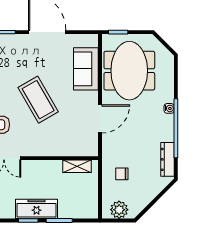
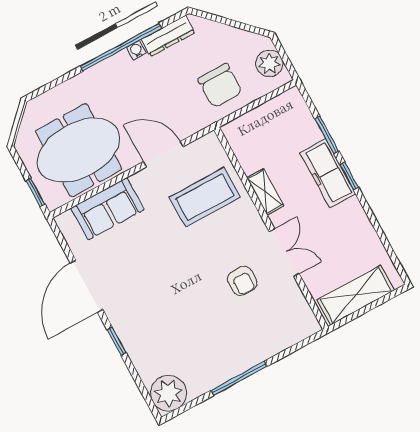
coffee table: (38, 100) -> (205, 197), moved, turned 30
water cooler: (169, 108) -> (136, 50), moved
shelving: (77, 166) -> (265, 192), moved
chair: (122, 174) -> (220, 86), width x1.87, depth x1.87

